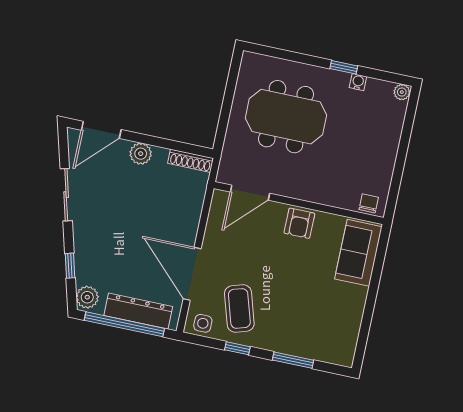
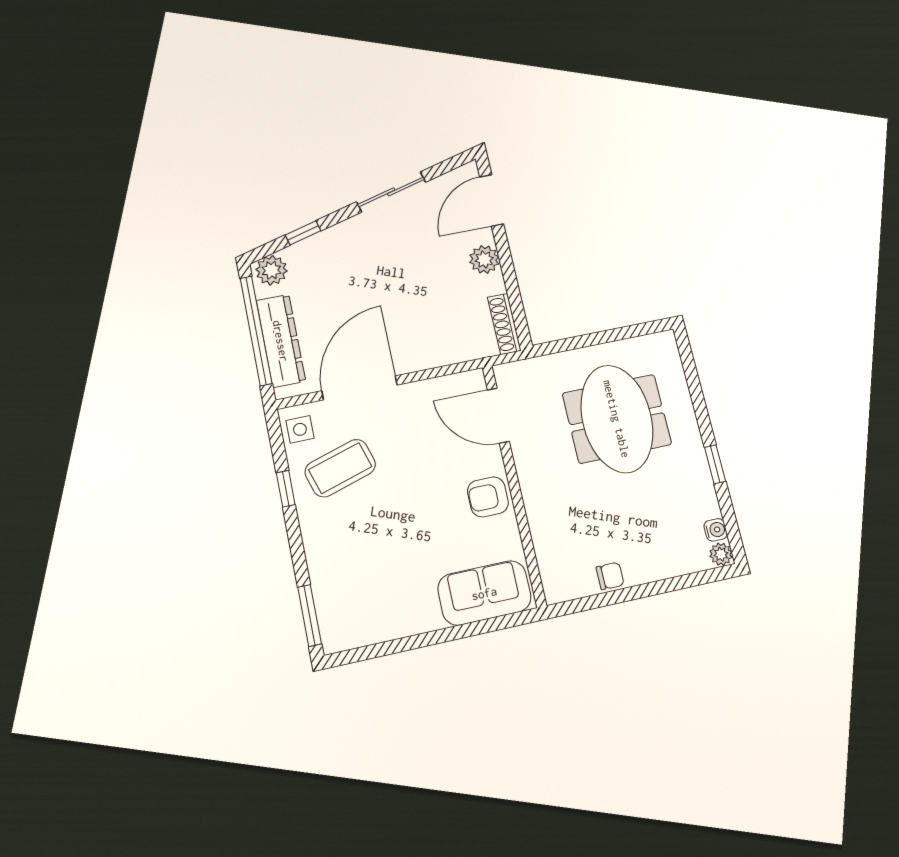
water cooler: (358, 82) -> (716, 530), moved
door: (101, 130) -> (492, 200), hinge flipped
chair: (369, 203) -> (610, 576), moved
window: (293, 360) -> (310, 615), moved

